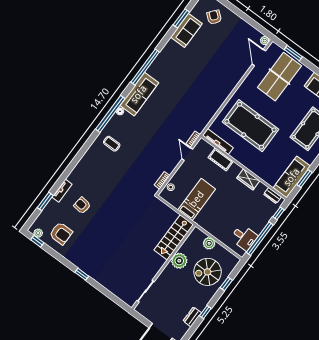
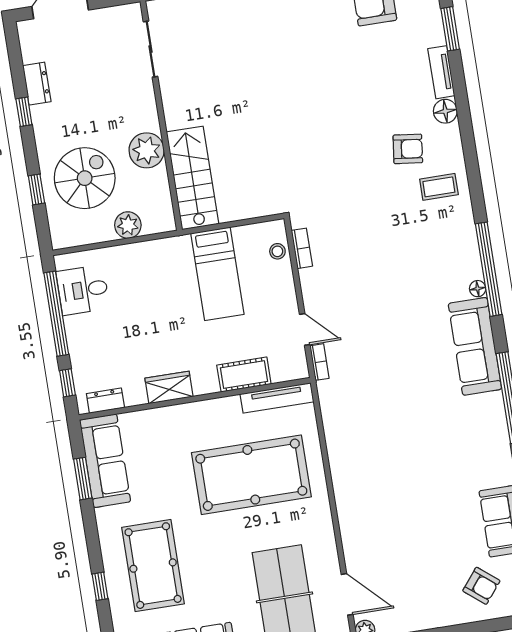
coffee table: (112, 144) -> (439, 187), moved
floor lamp: (73, 177) -> (445, 111), added
armchair: (82, 205) -> (408, 149), moved

